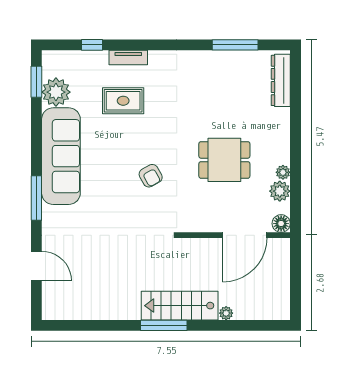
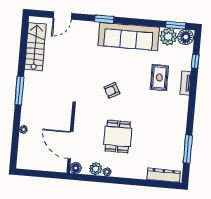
floor lamp: (54, 64) -> (186, 37), added
window: (36, 198) -> (104, 19), width x0.69
stairs: (180, 306) -> (35, 47), moved

